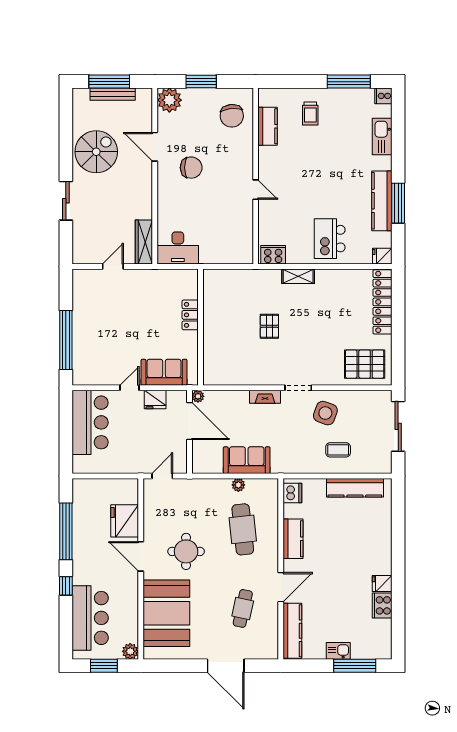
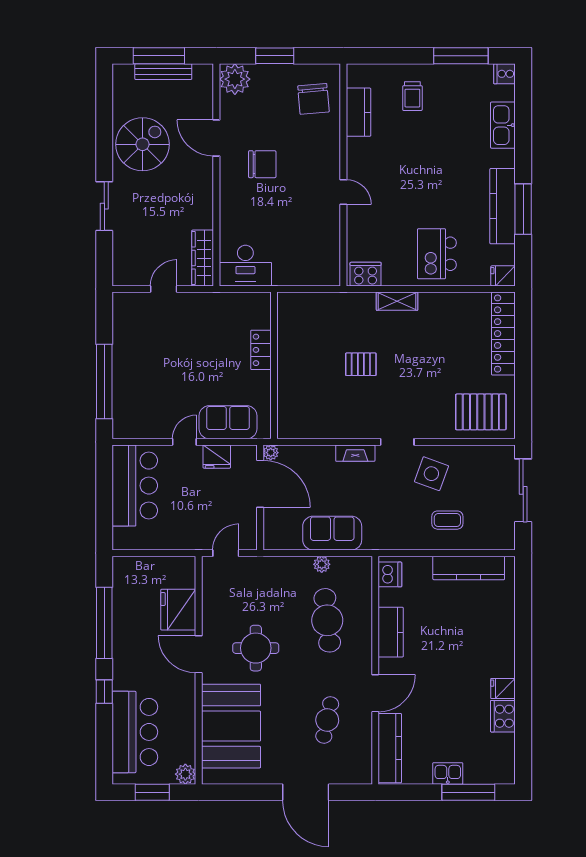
pallet: (269, 326) -> (361, 364), turned 90

